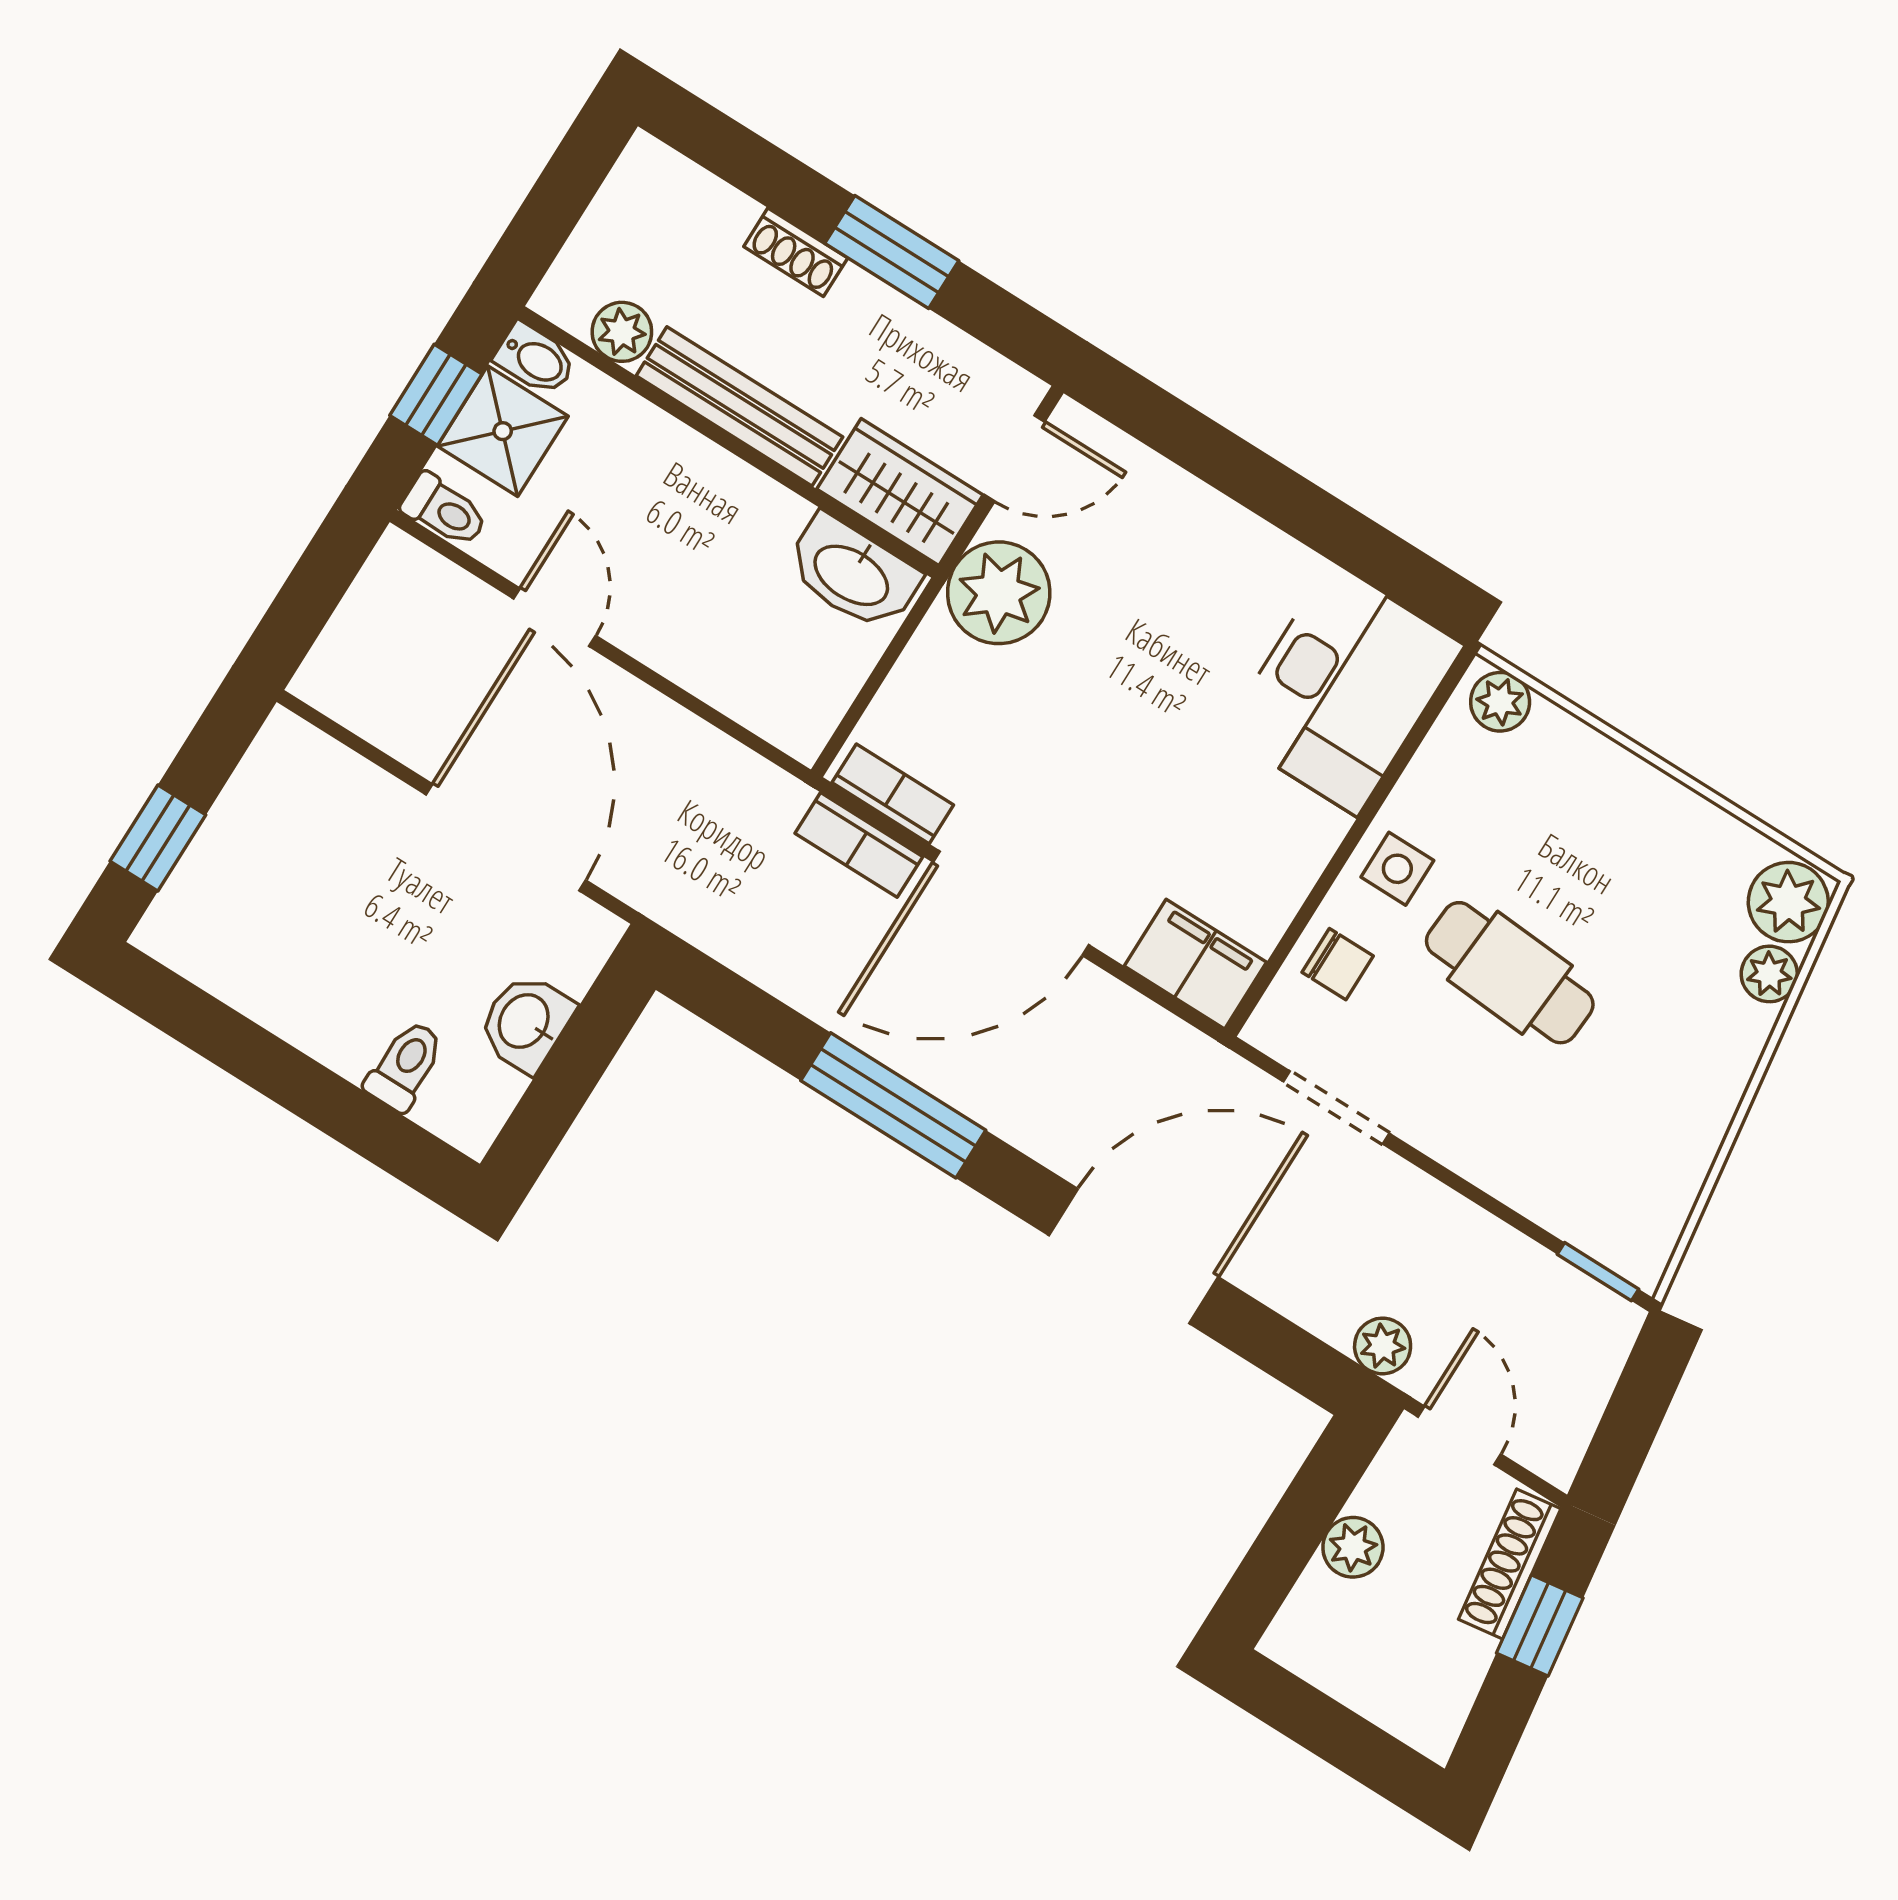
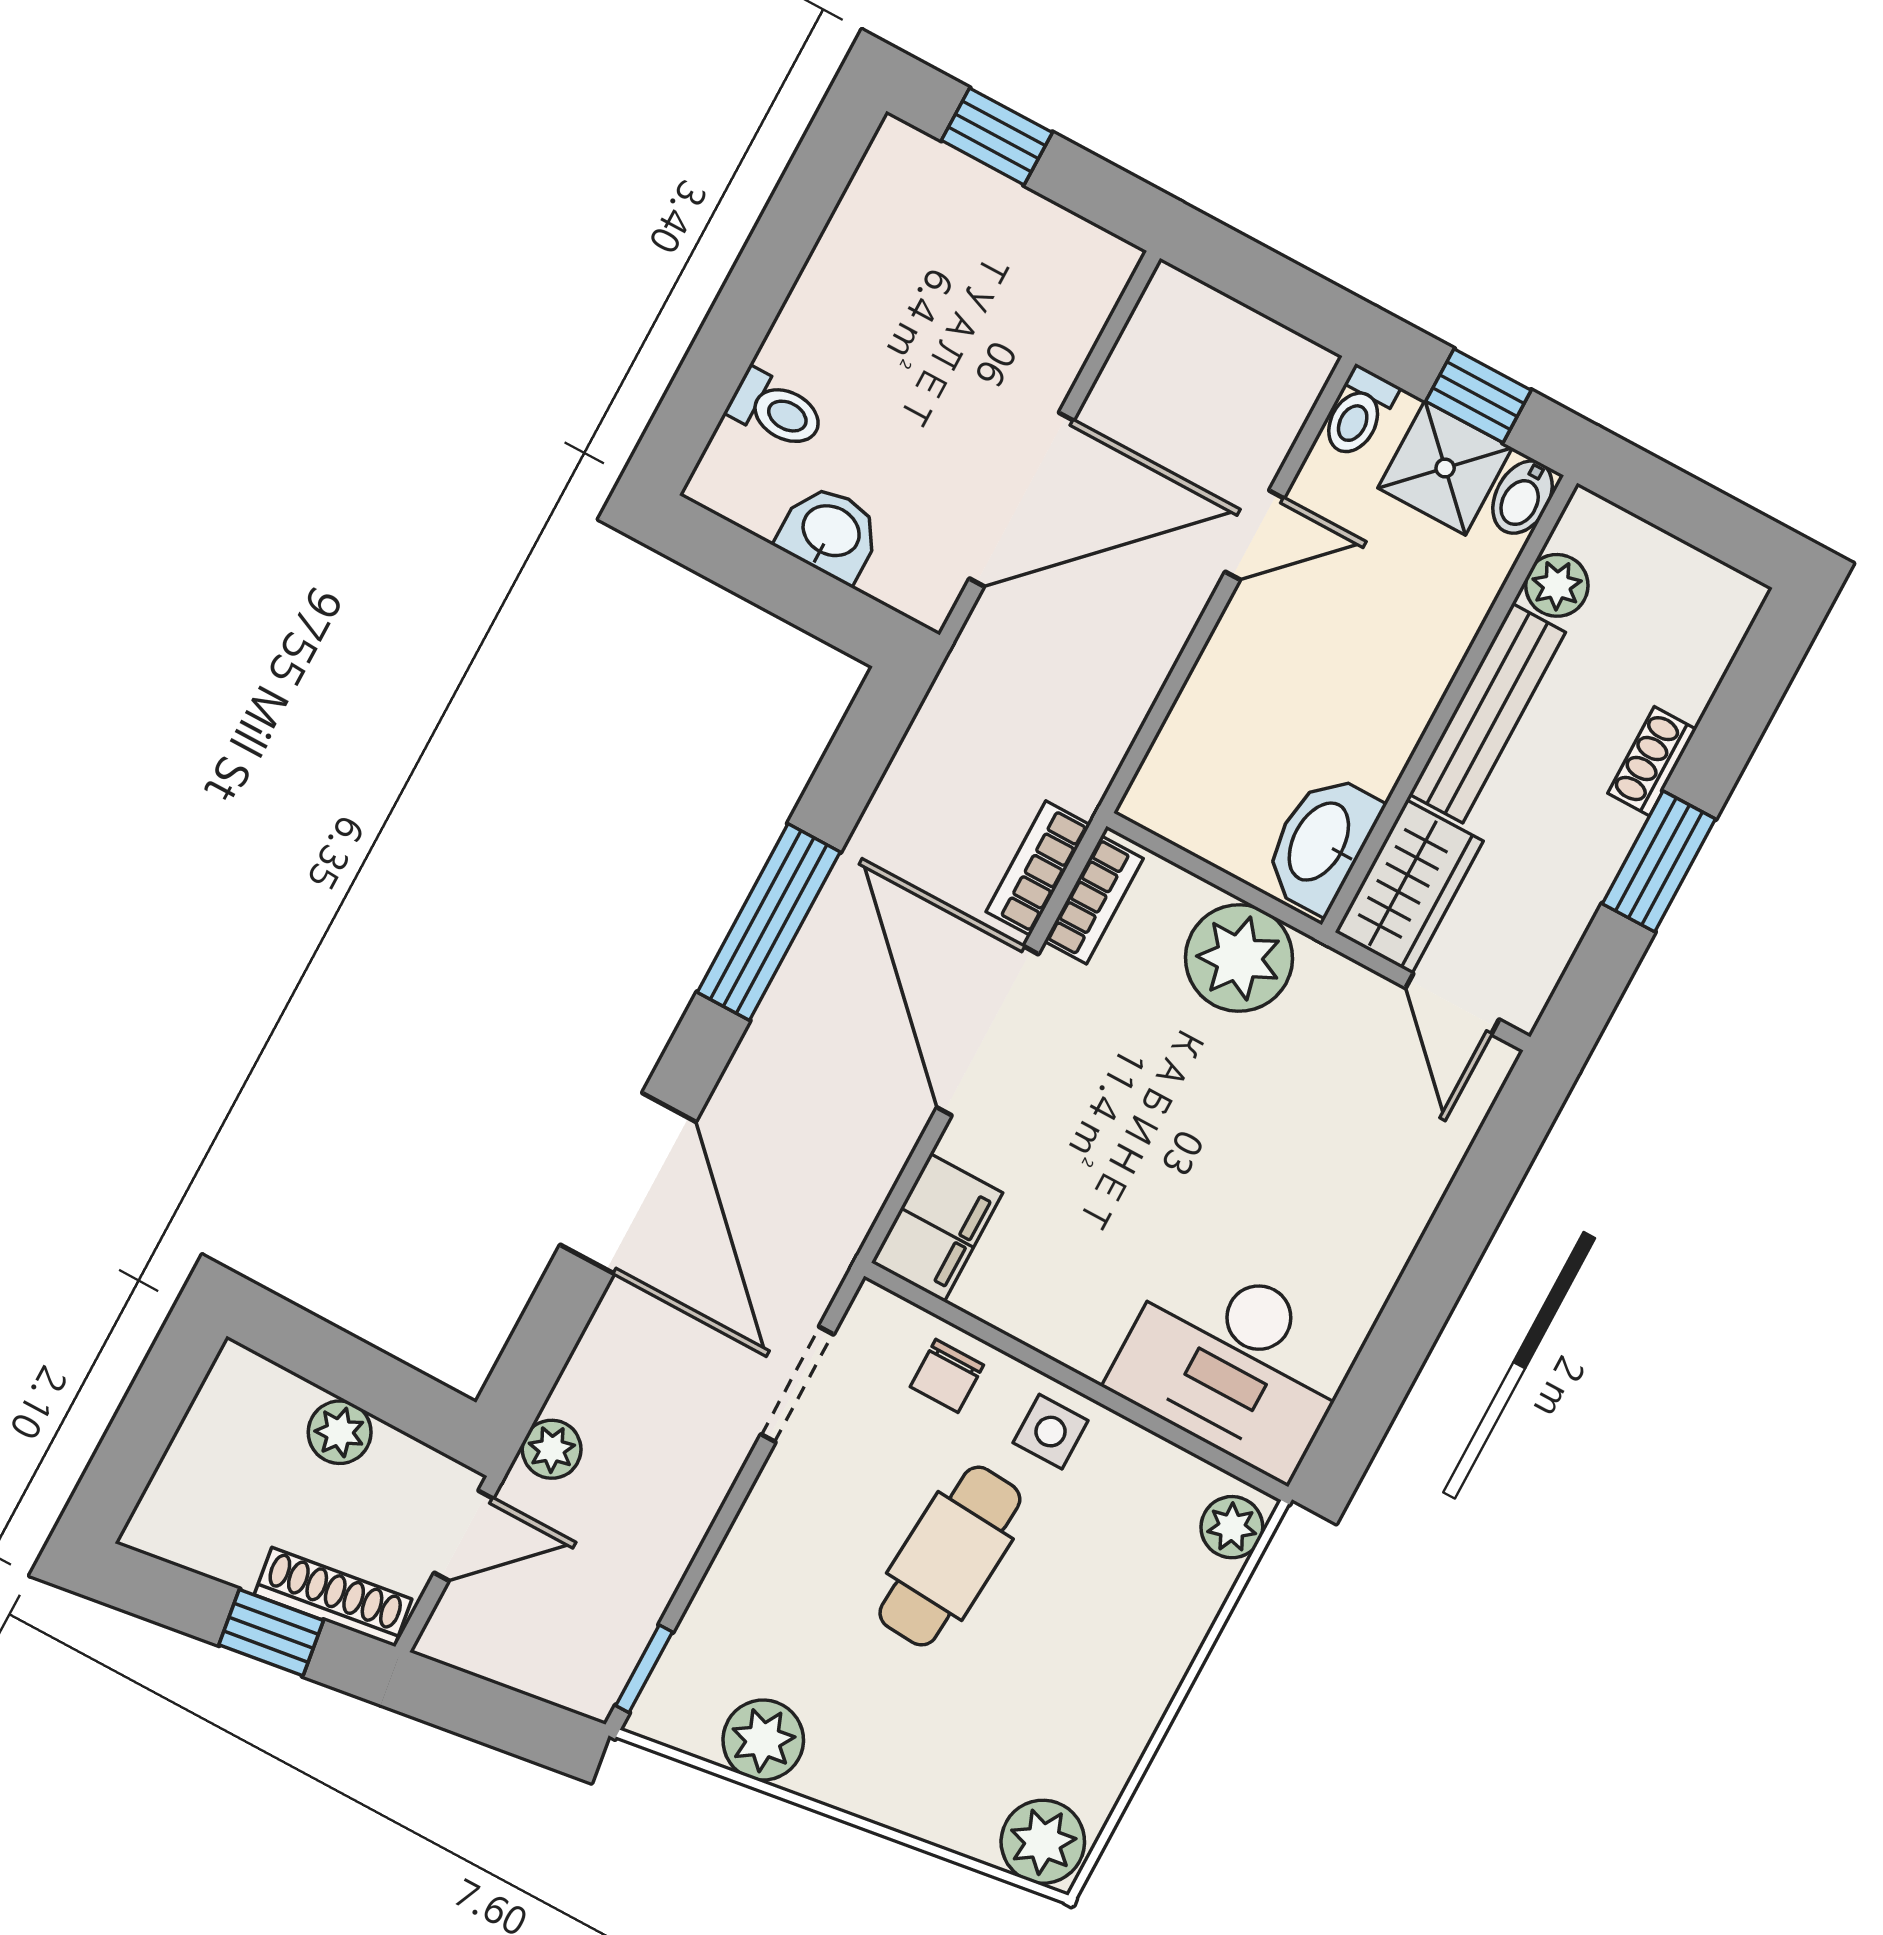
plant: (999, 593) -> (1239, 958), moved
plant: (1769, 974) -> (763, 1740), moved, width x1.38, depth x1.38

